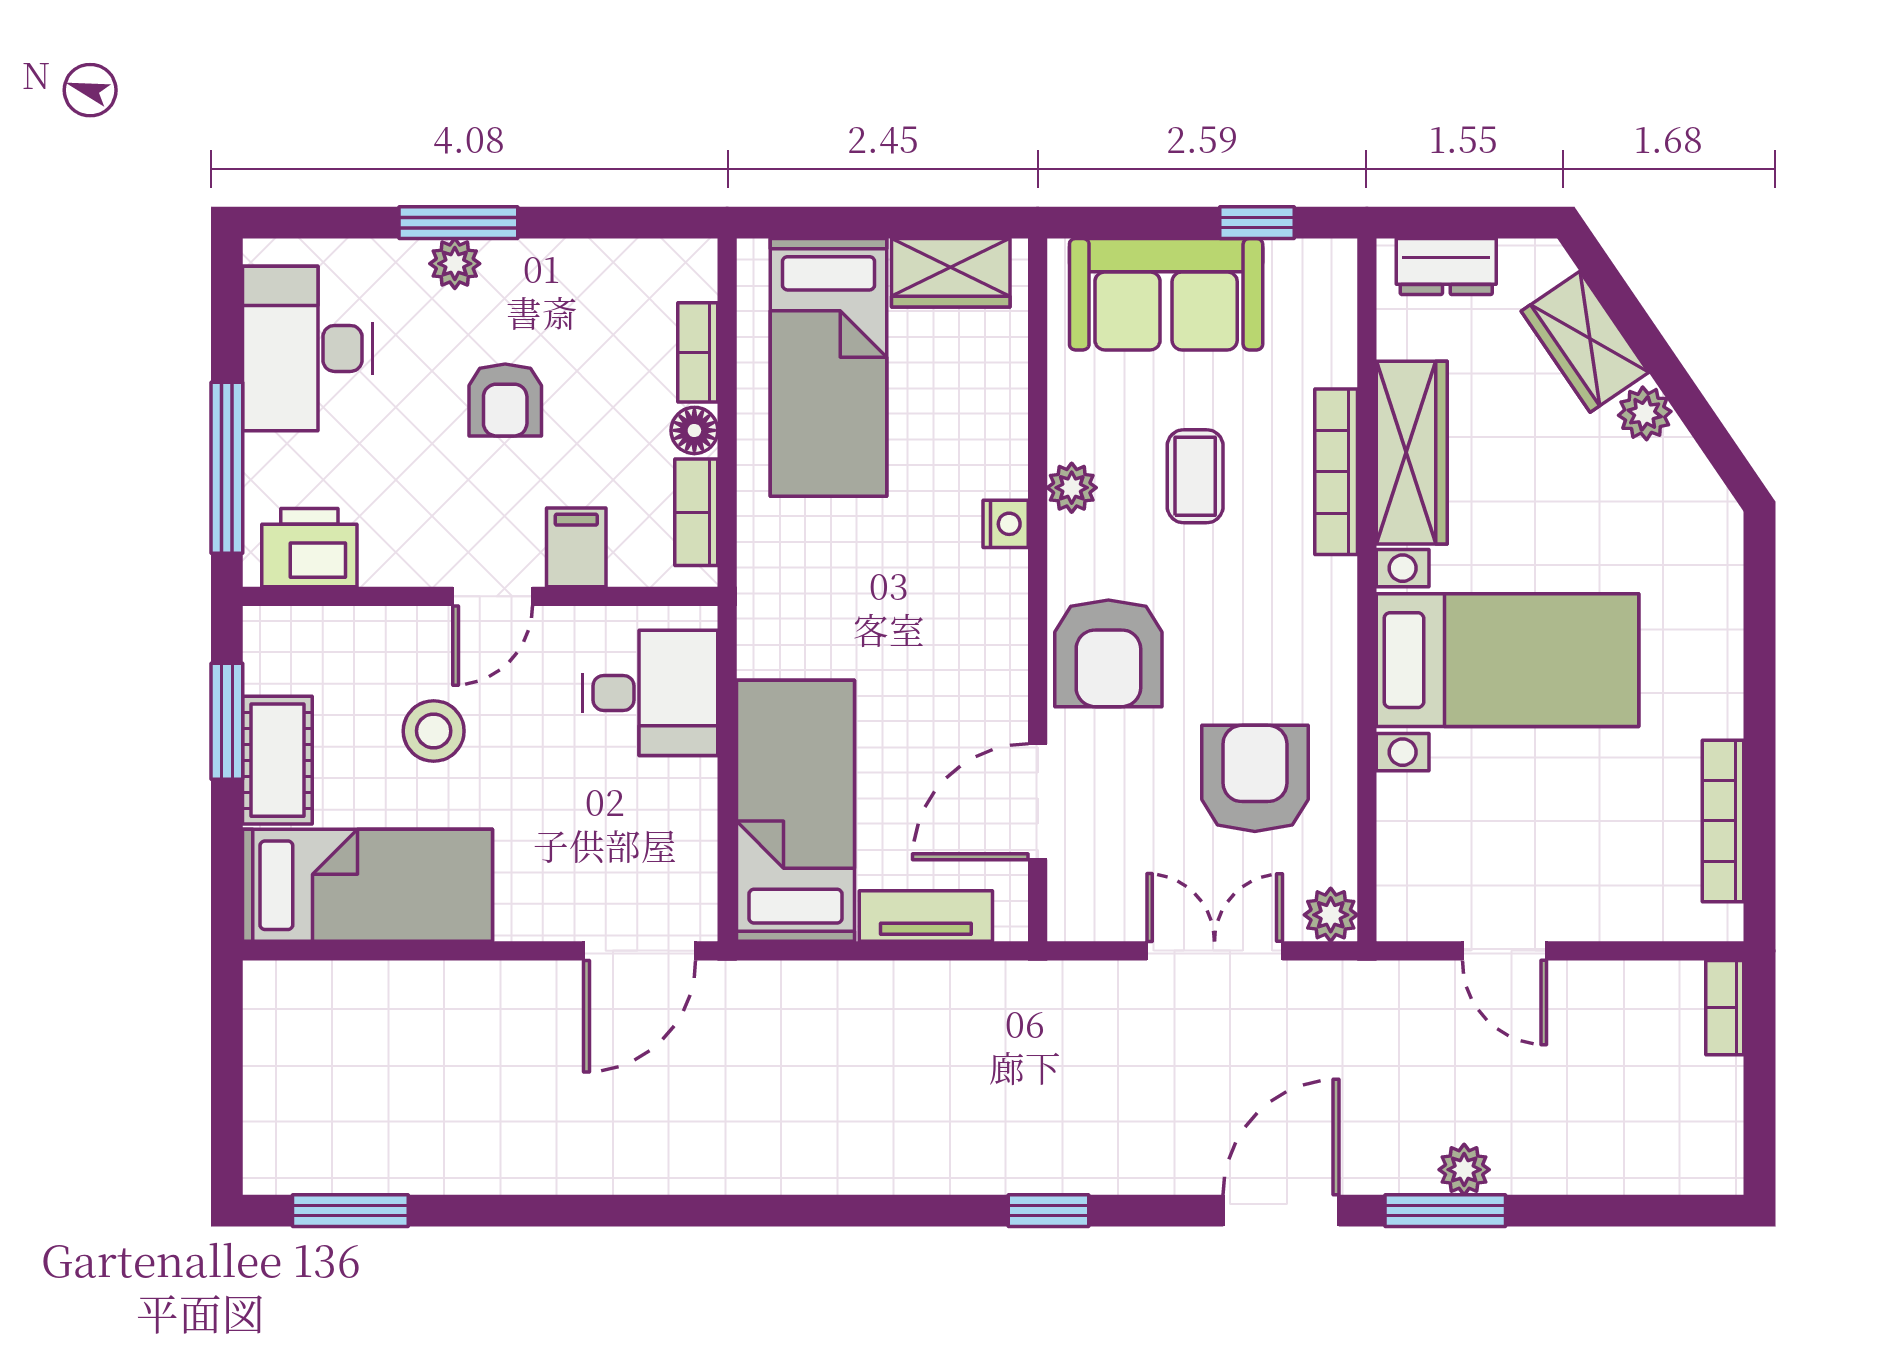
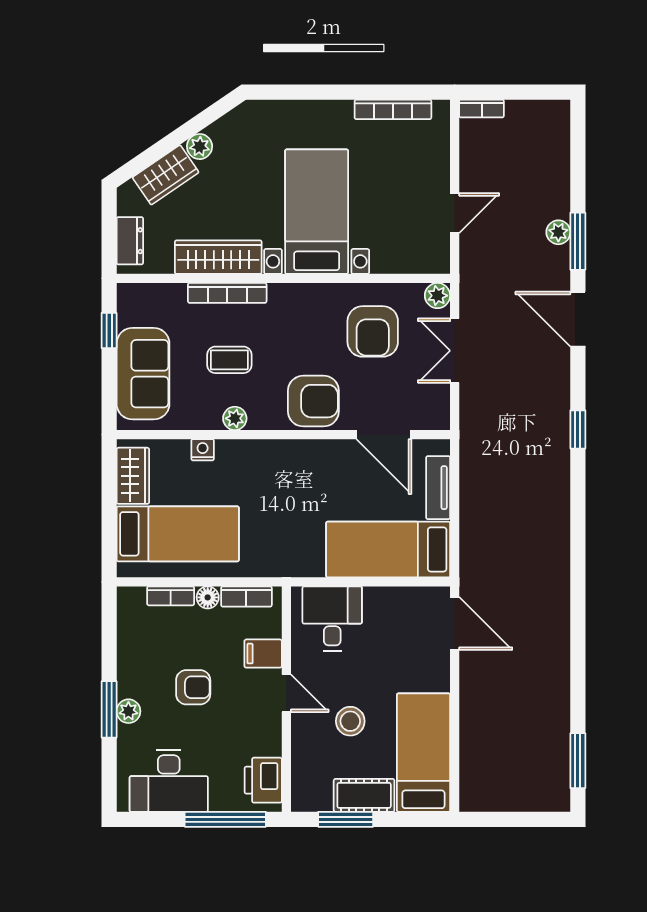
nightstand: (1006, 524) -> (203, 450), moved
armchair: (1255, 778) -> (373, 331), turned -90

